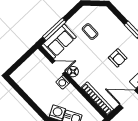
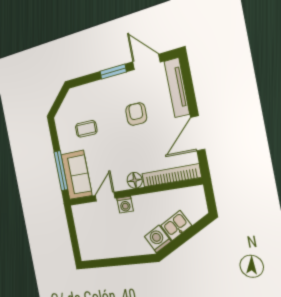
armchair: (118, 58) -> (136, 114), turned -90
floor lamp: (73, 72) -> (135, 180), moved

